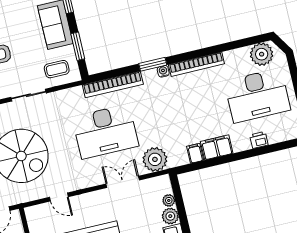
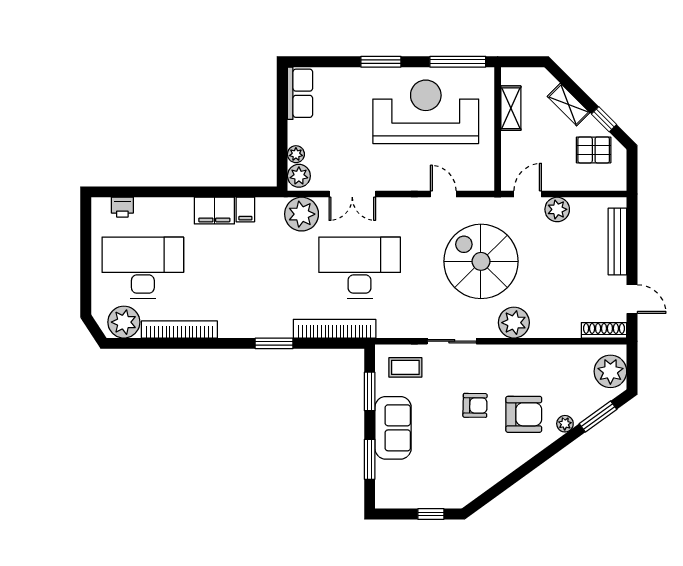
bookcase: (196, 64) -> (179, 329), moved
water cooler: (163, 71) -> (262, 330), removed
printer: (259, 140) -> (122, 207), moved
plant: (170, 216) -> (299, 176), moved

